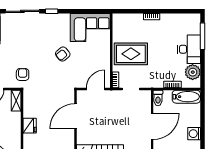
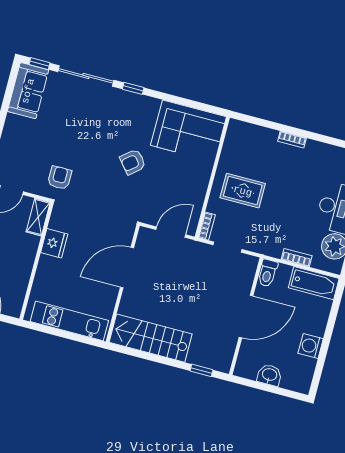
rug: (131, 54) -> (243, 191), width x0.73, depth x0.70
fridge: (30, 126) -> (54, 243), moved

